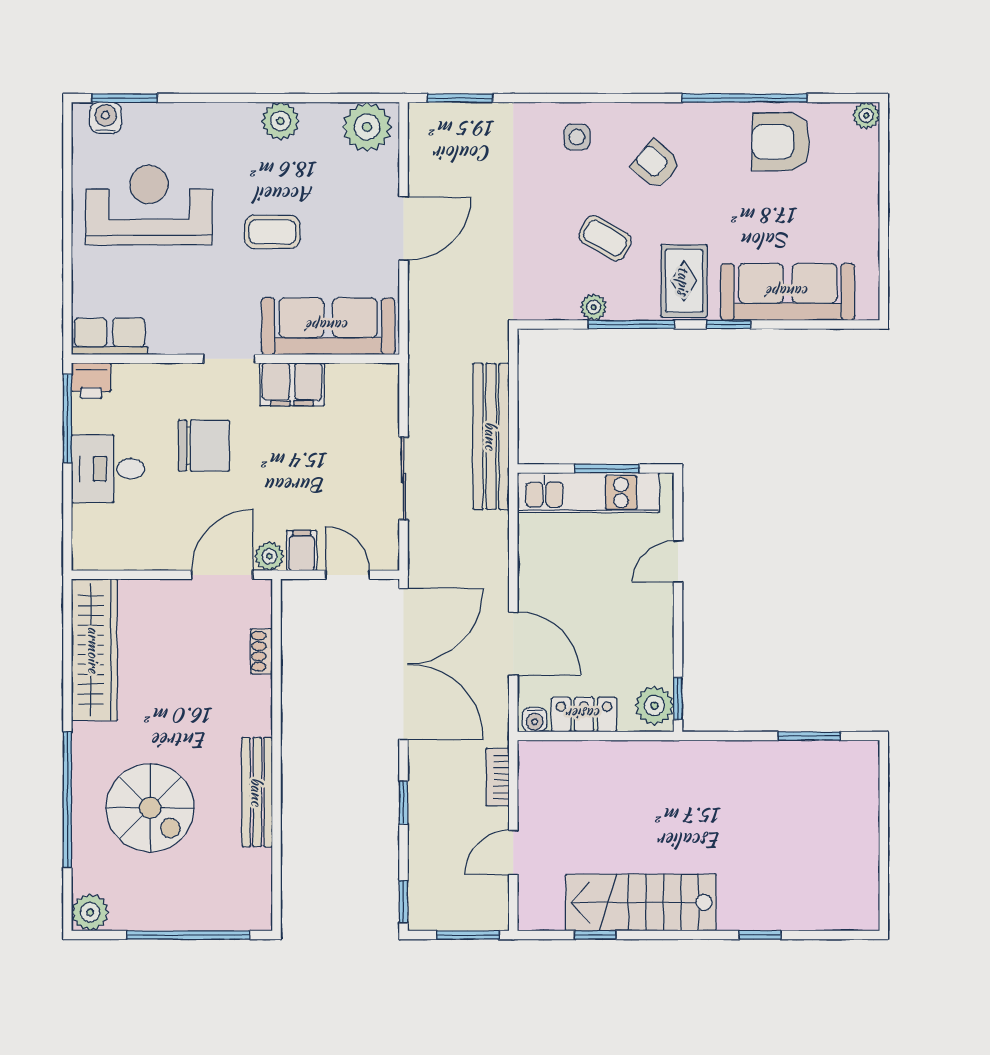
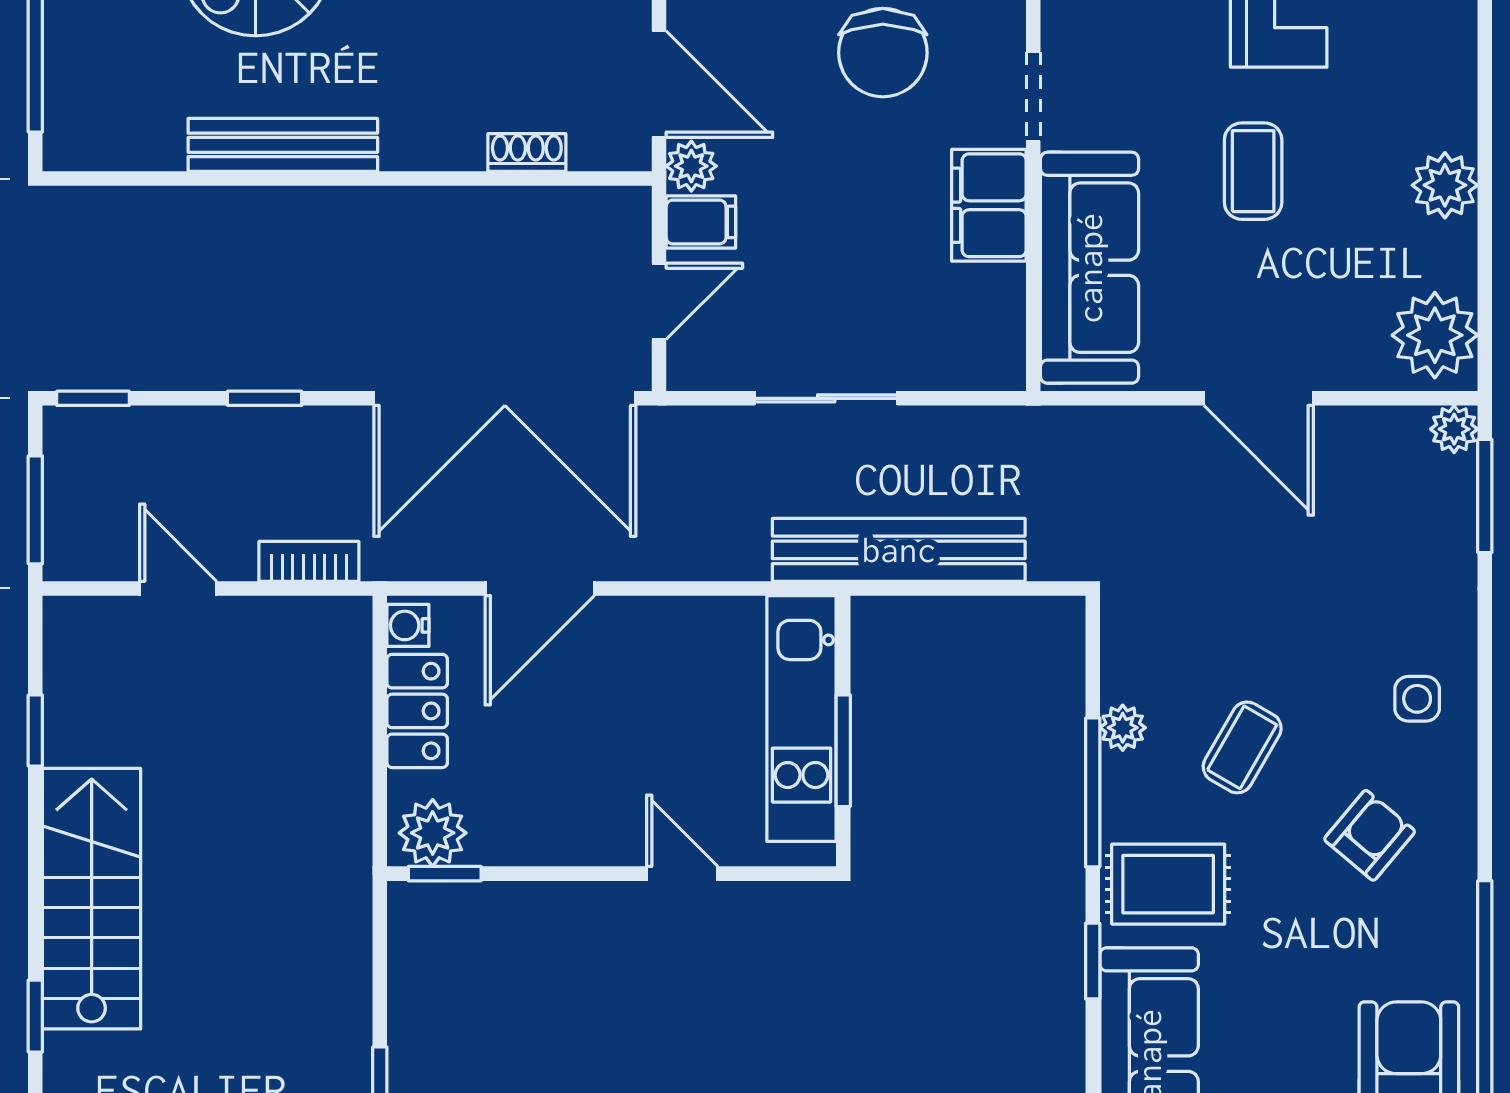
plant: (421, 116) -> (1454, 429), added
stairs: (641, 902) -> (92, 899), moved

